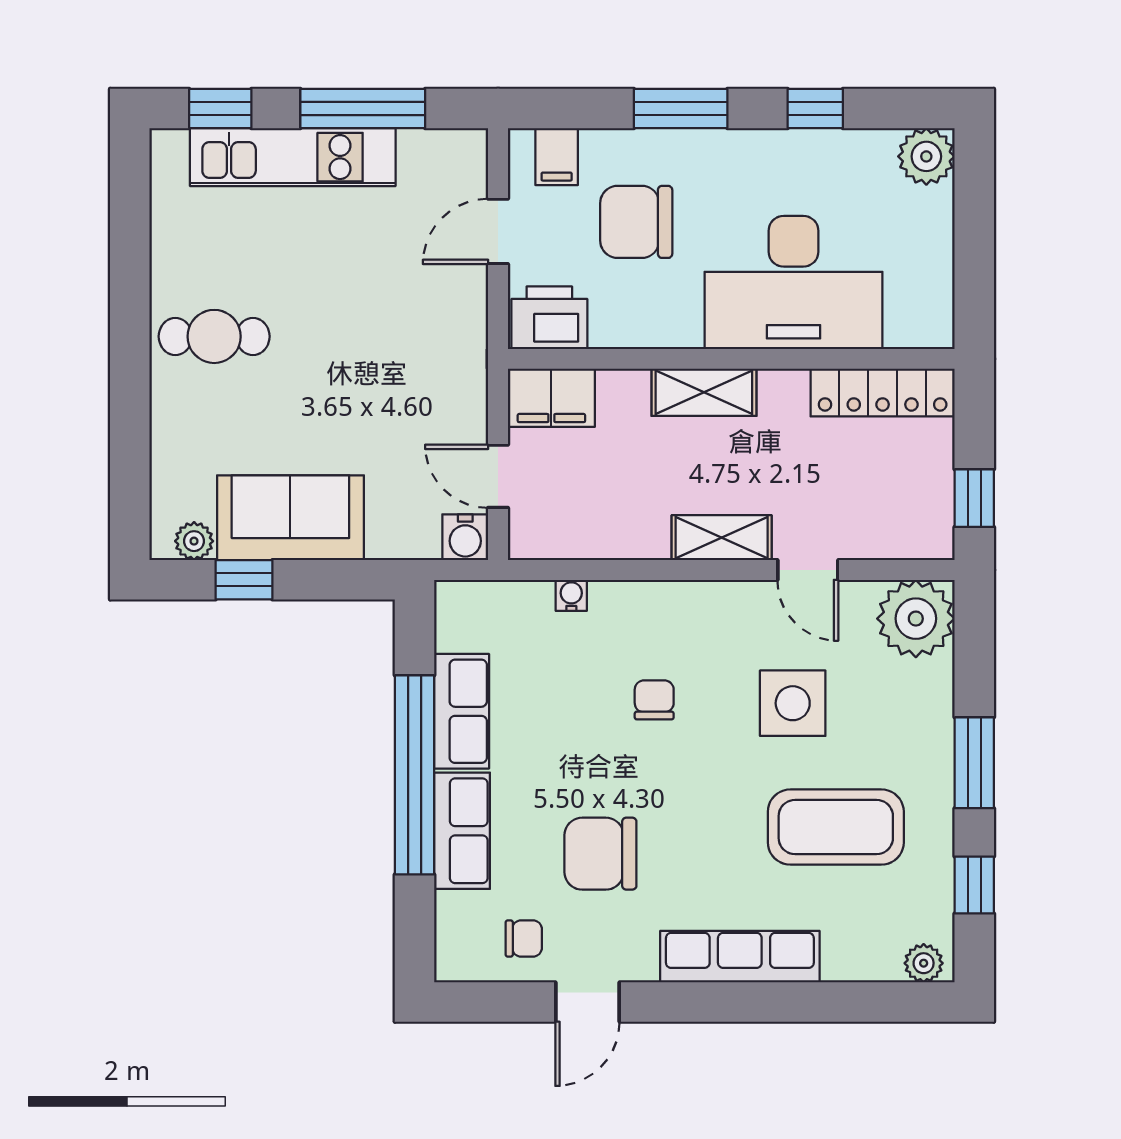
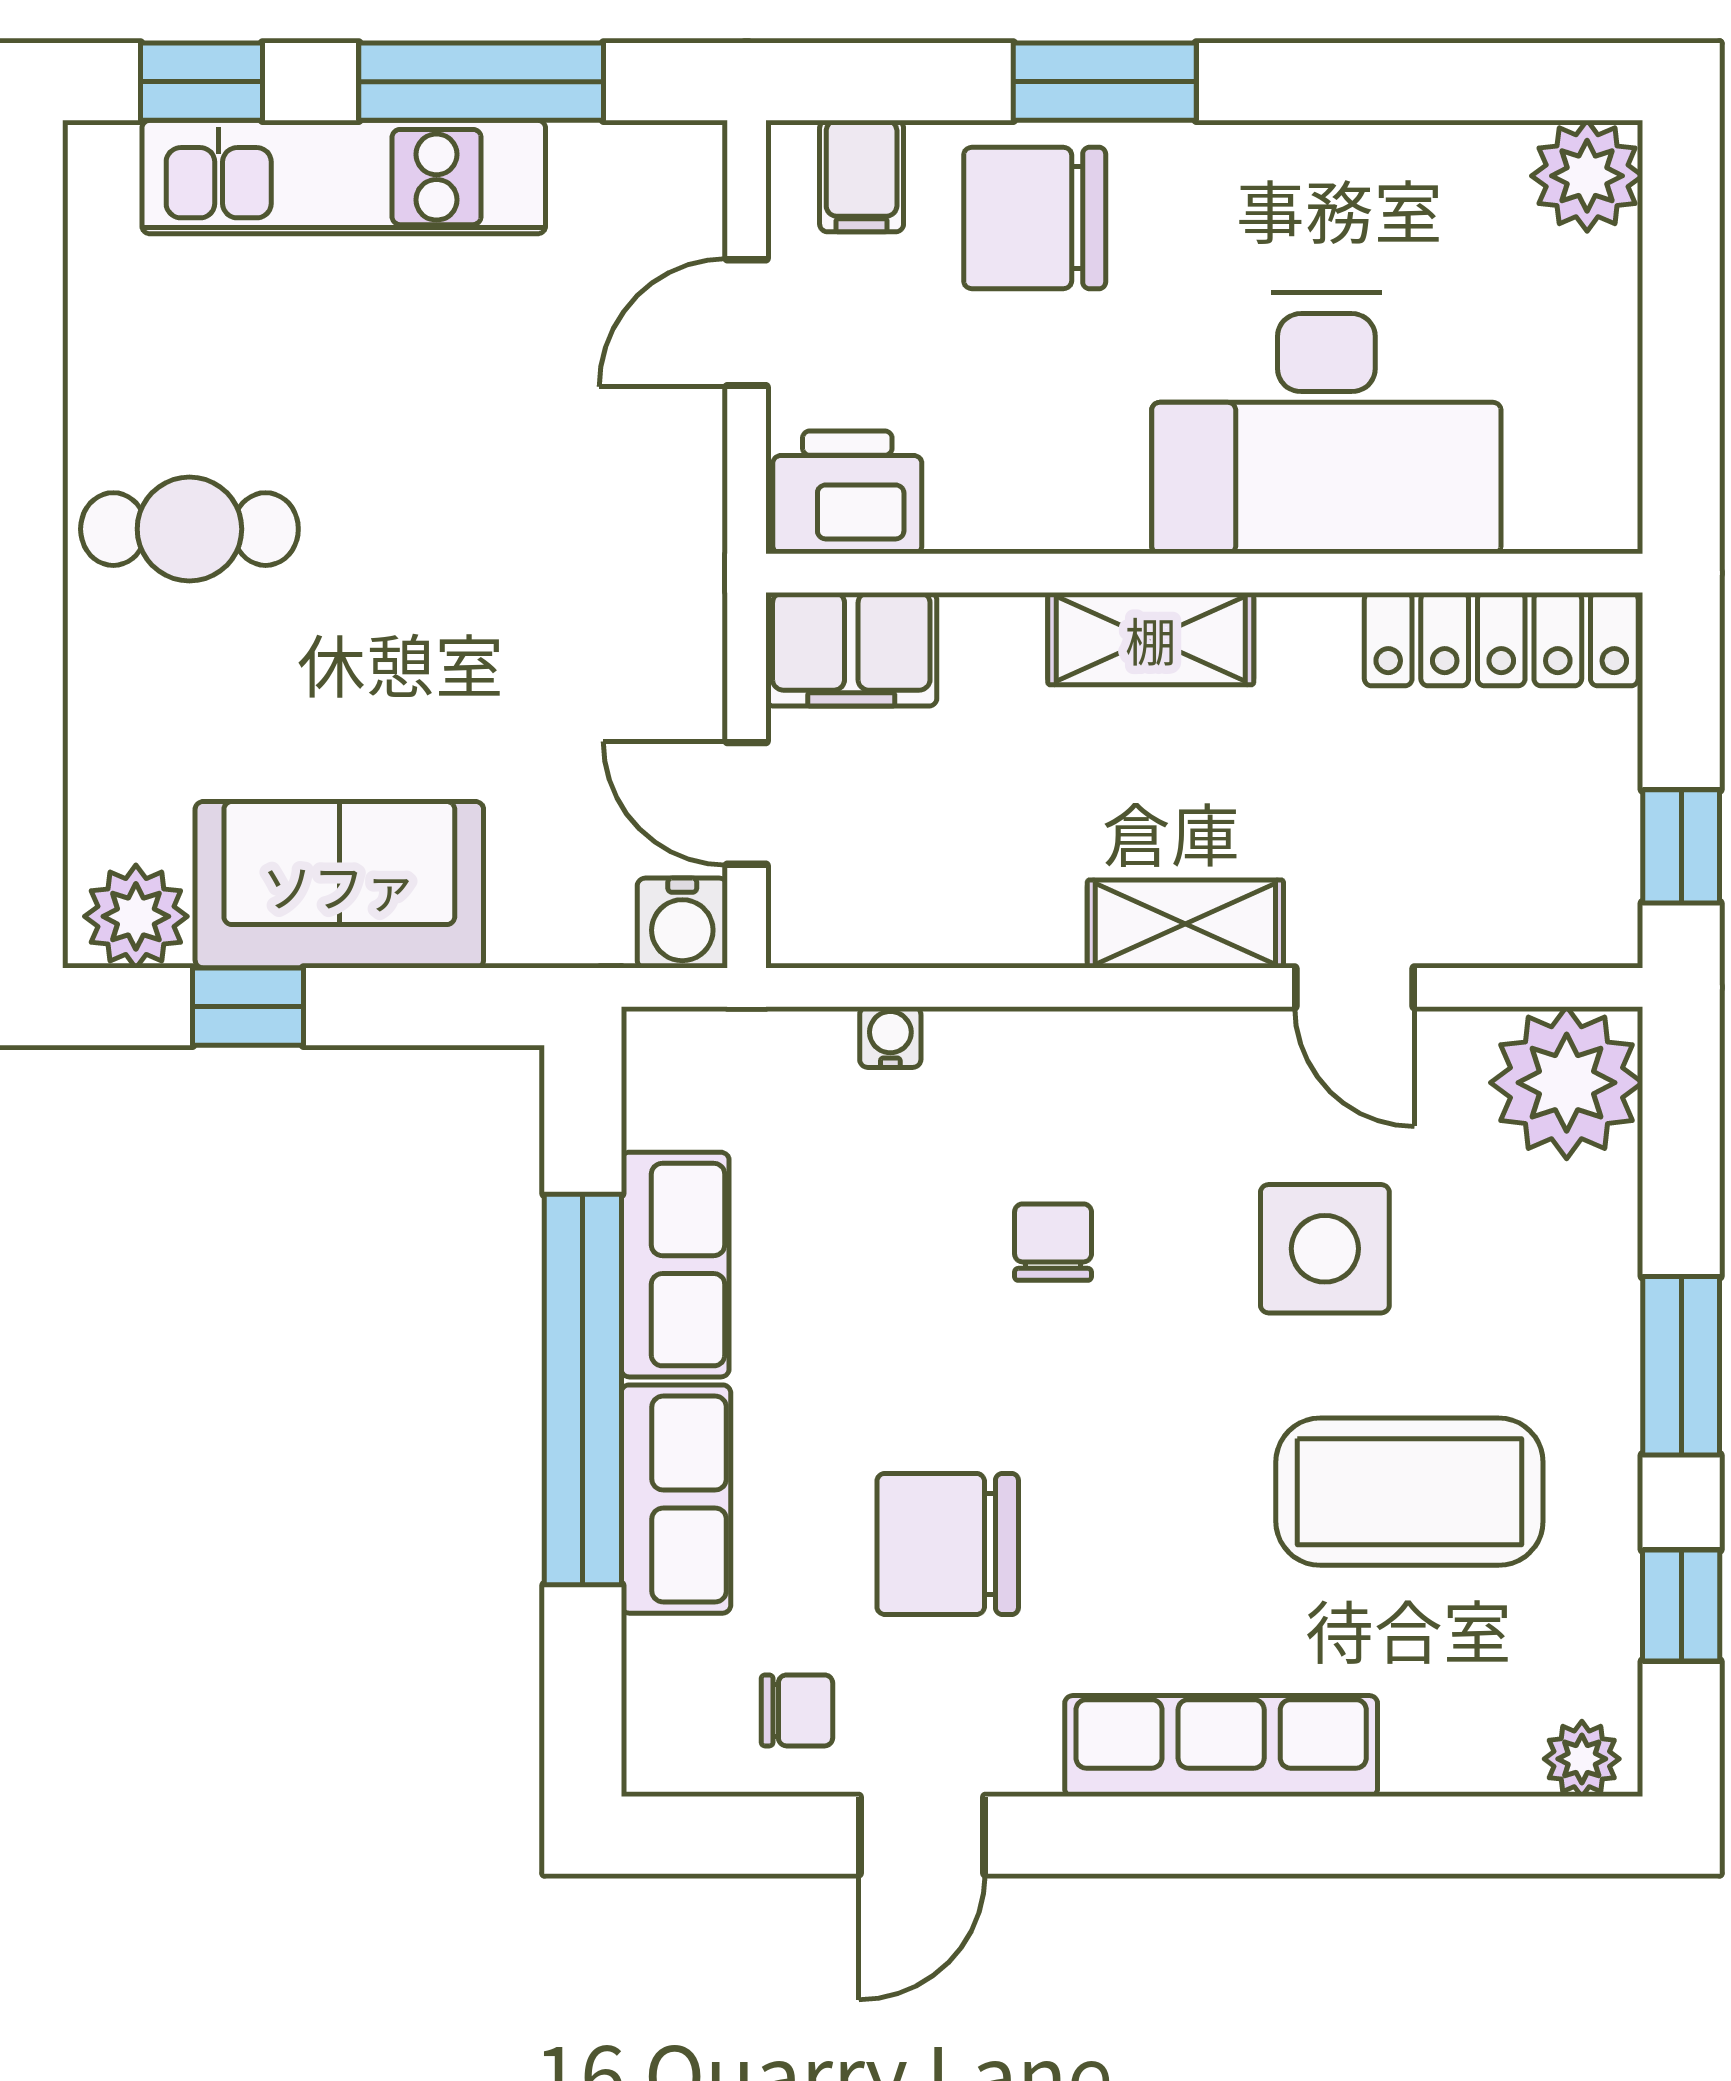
window: (815, 109) -> (1369, 82), removed
chair: (636, 222) -> (1035, 218), moved
plant: (194, 541) -> (136, 916), width x1.38, depth x1.38

